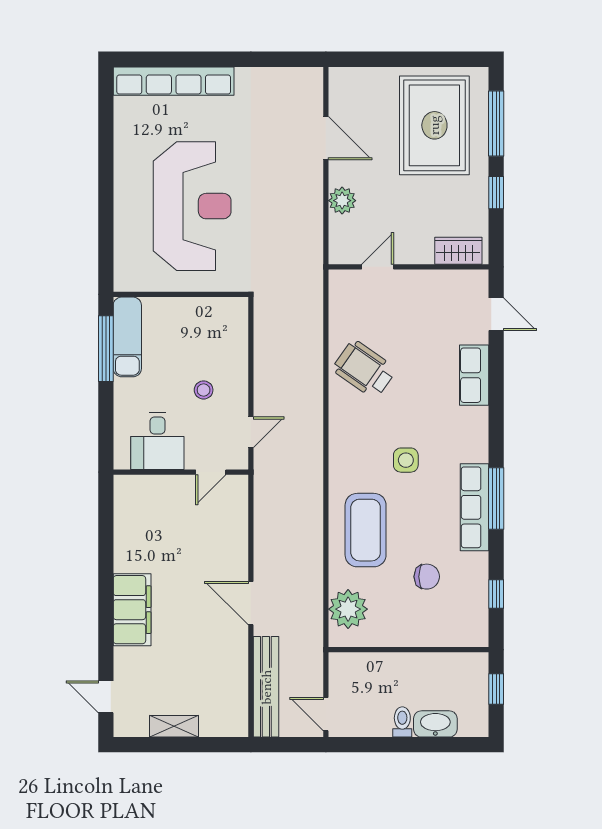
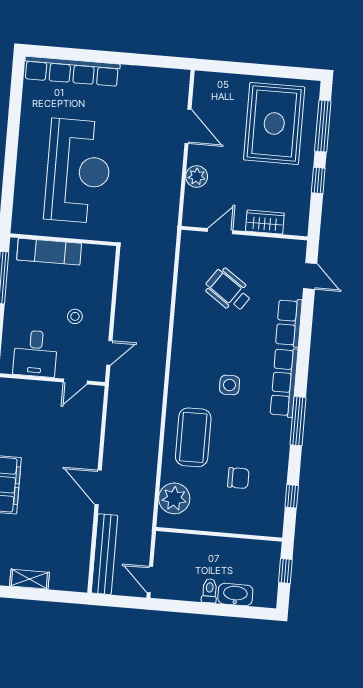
wardrobe: (458, 251) -> (265, 222), moved
exam couch: (127, 337) -> (49, 252), moved, turned 90
wheelchair: (364, 369) -> (228, 290), moved
row of seats: (474, 507) -> (284, 382), moved

